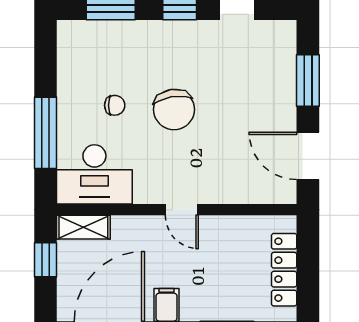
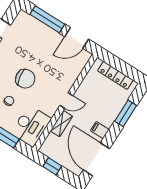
window: (308, 81) -> (47, 19), width x1.44
shelving: (83, 227) -> (61, 124), moved

